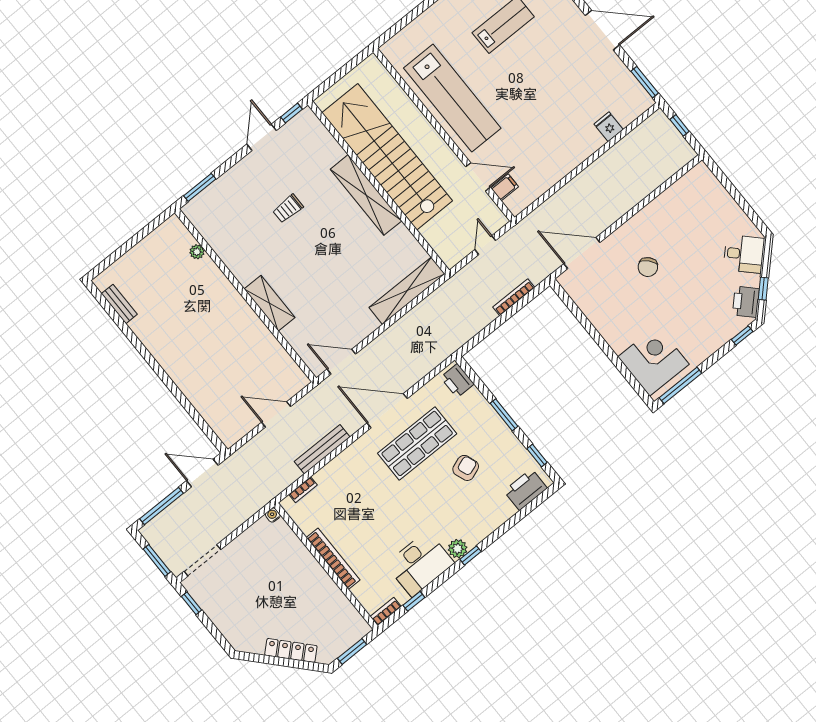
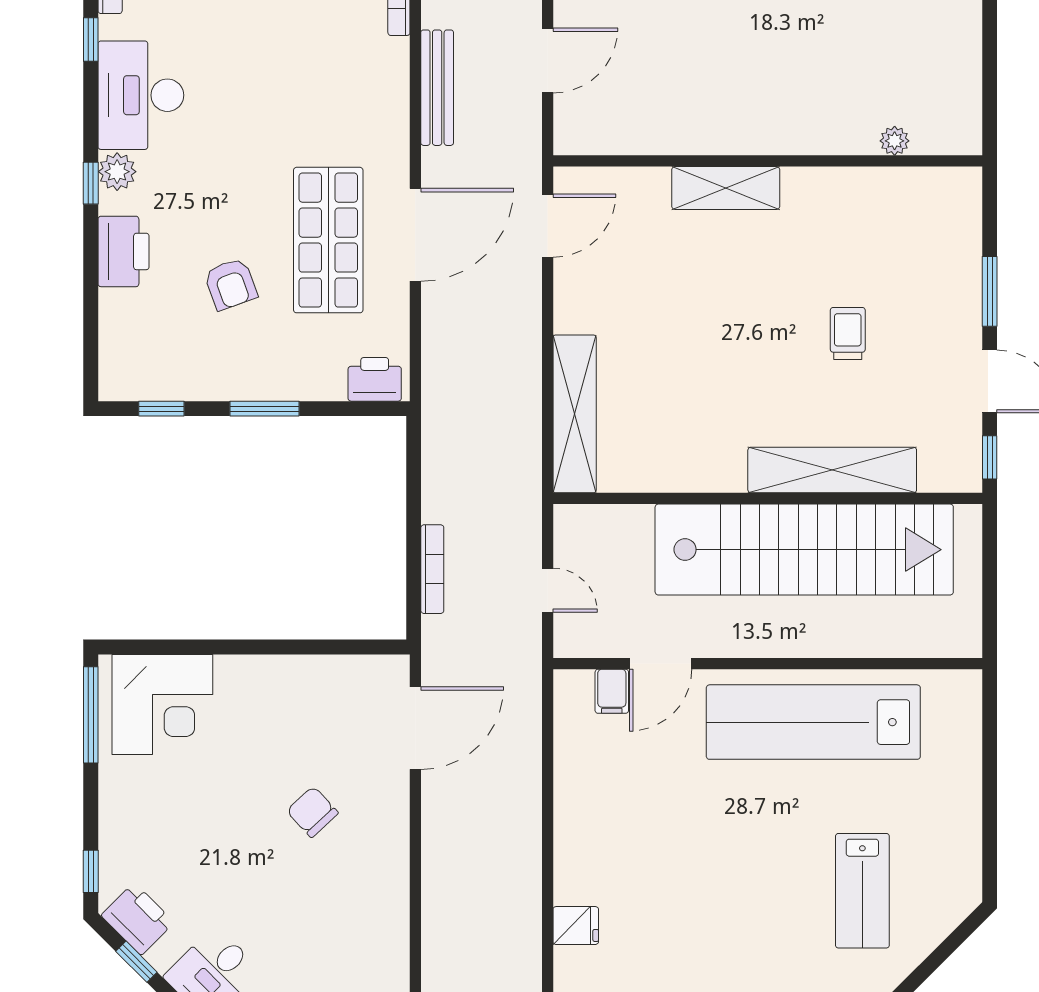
window: (200, 187) -> (990, 291), moved
shelving: (366, 195) -> (832, 470), moved
printer: (525, 490) -> (124, 251), moved

